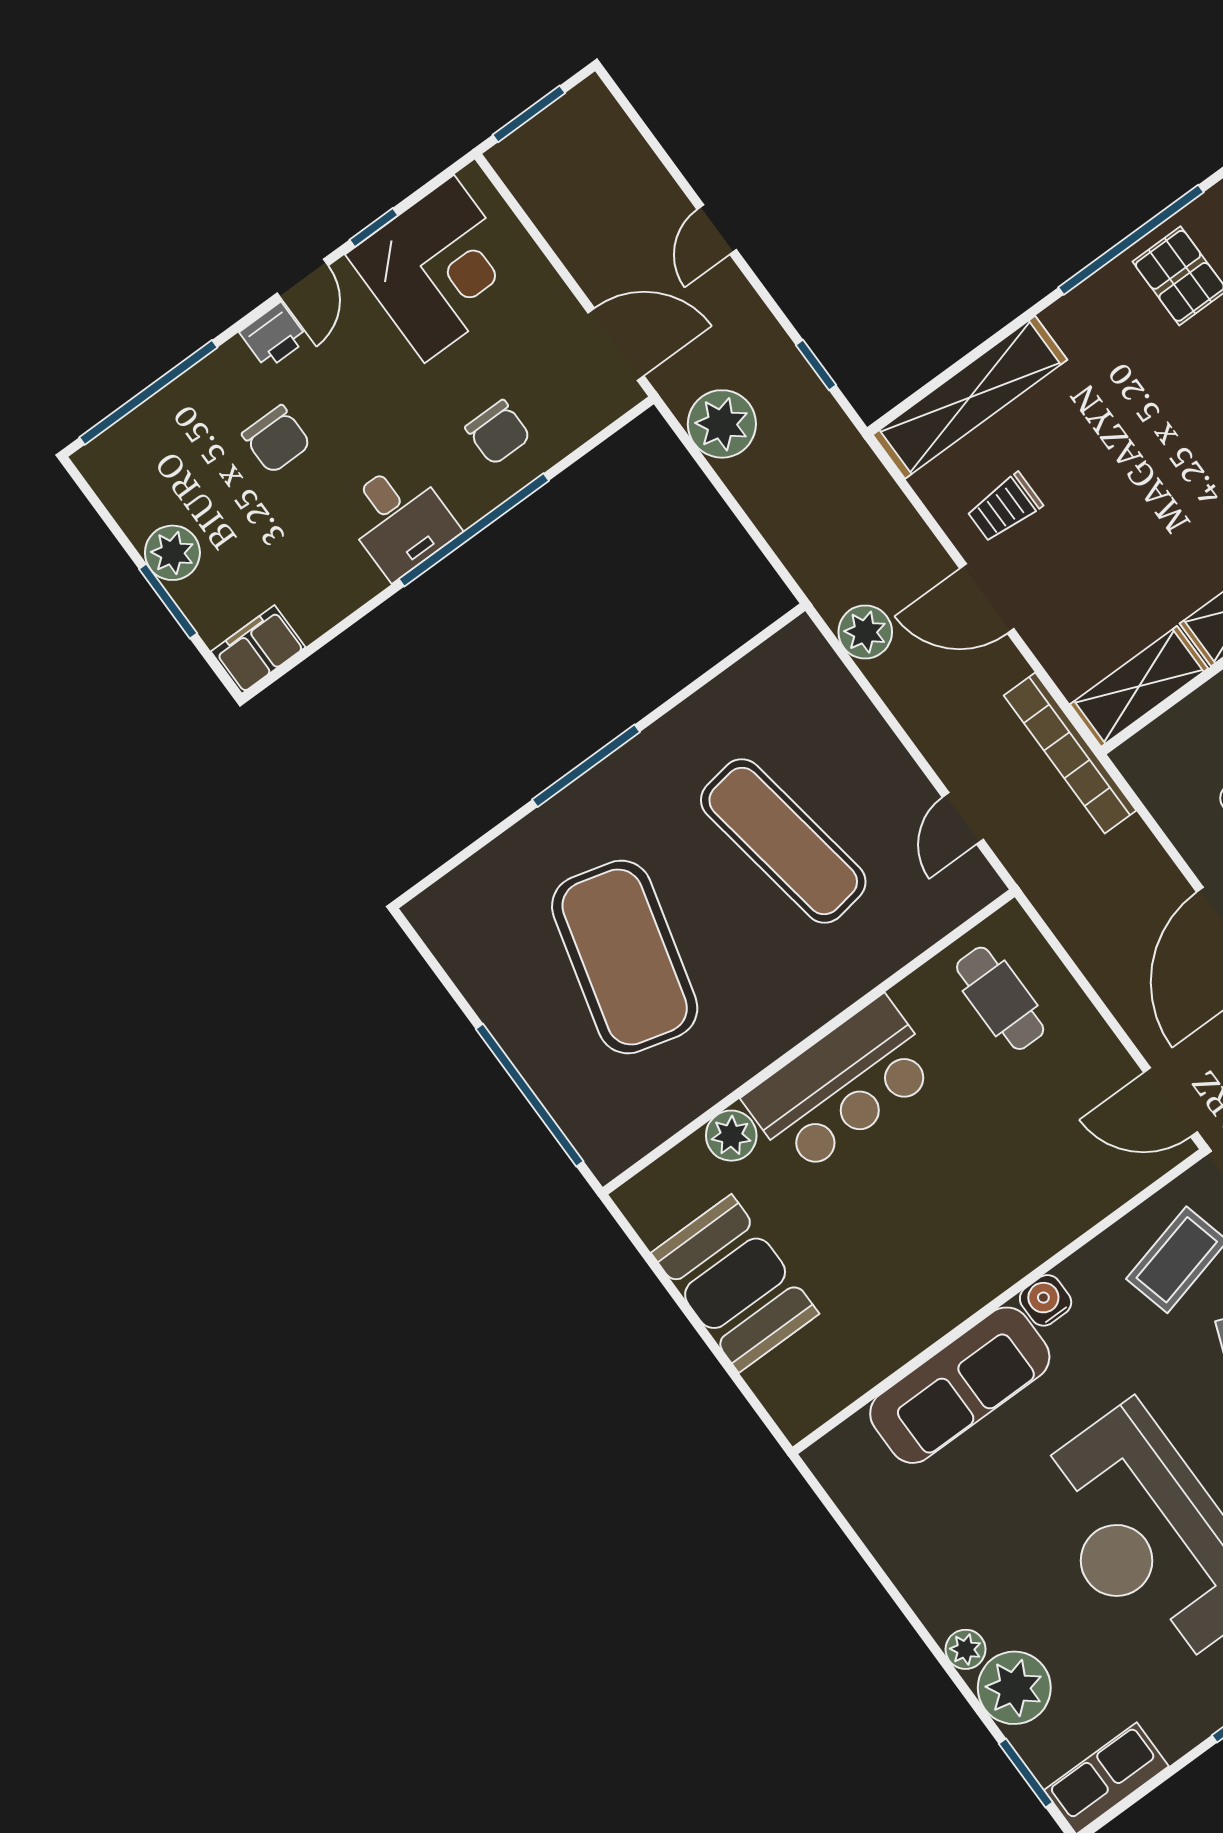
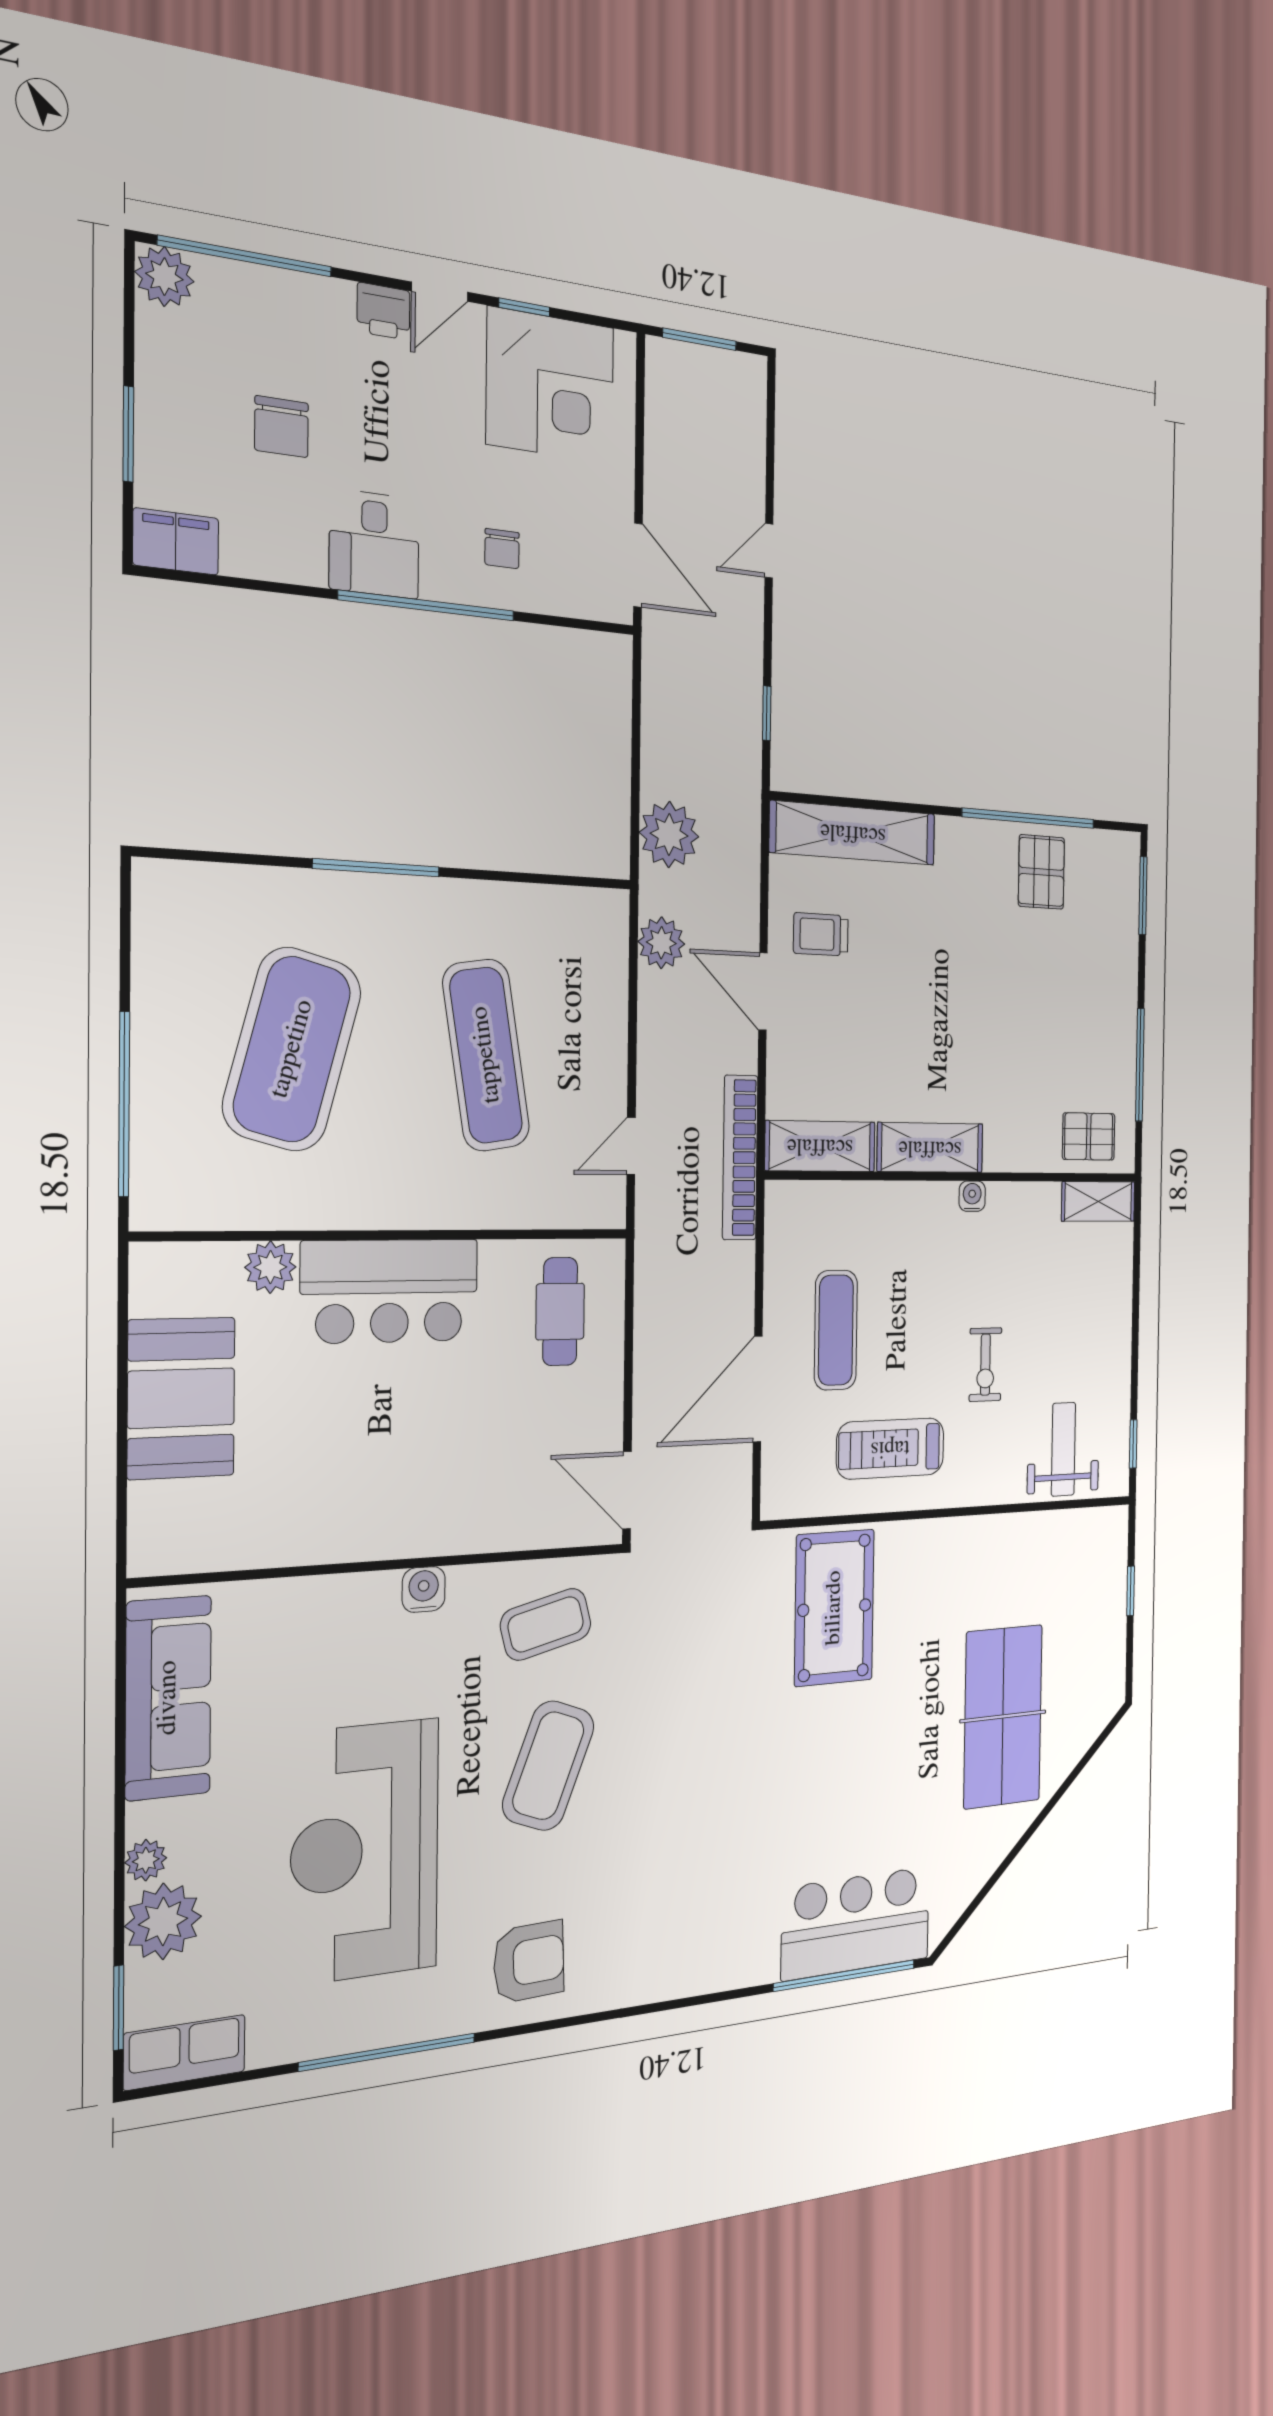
plant: (722, 424) -> (669, 835), moved
chair: (498, 432) -> (502, 549), width x0.73, depth x0.73
chair: (276, 439) -> (281, 427), moved
plant: (172, 553) -> (164, 277), moved
sofa: (960, 1385) -> (168, 1698), moved, turned -90

